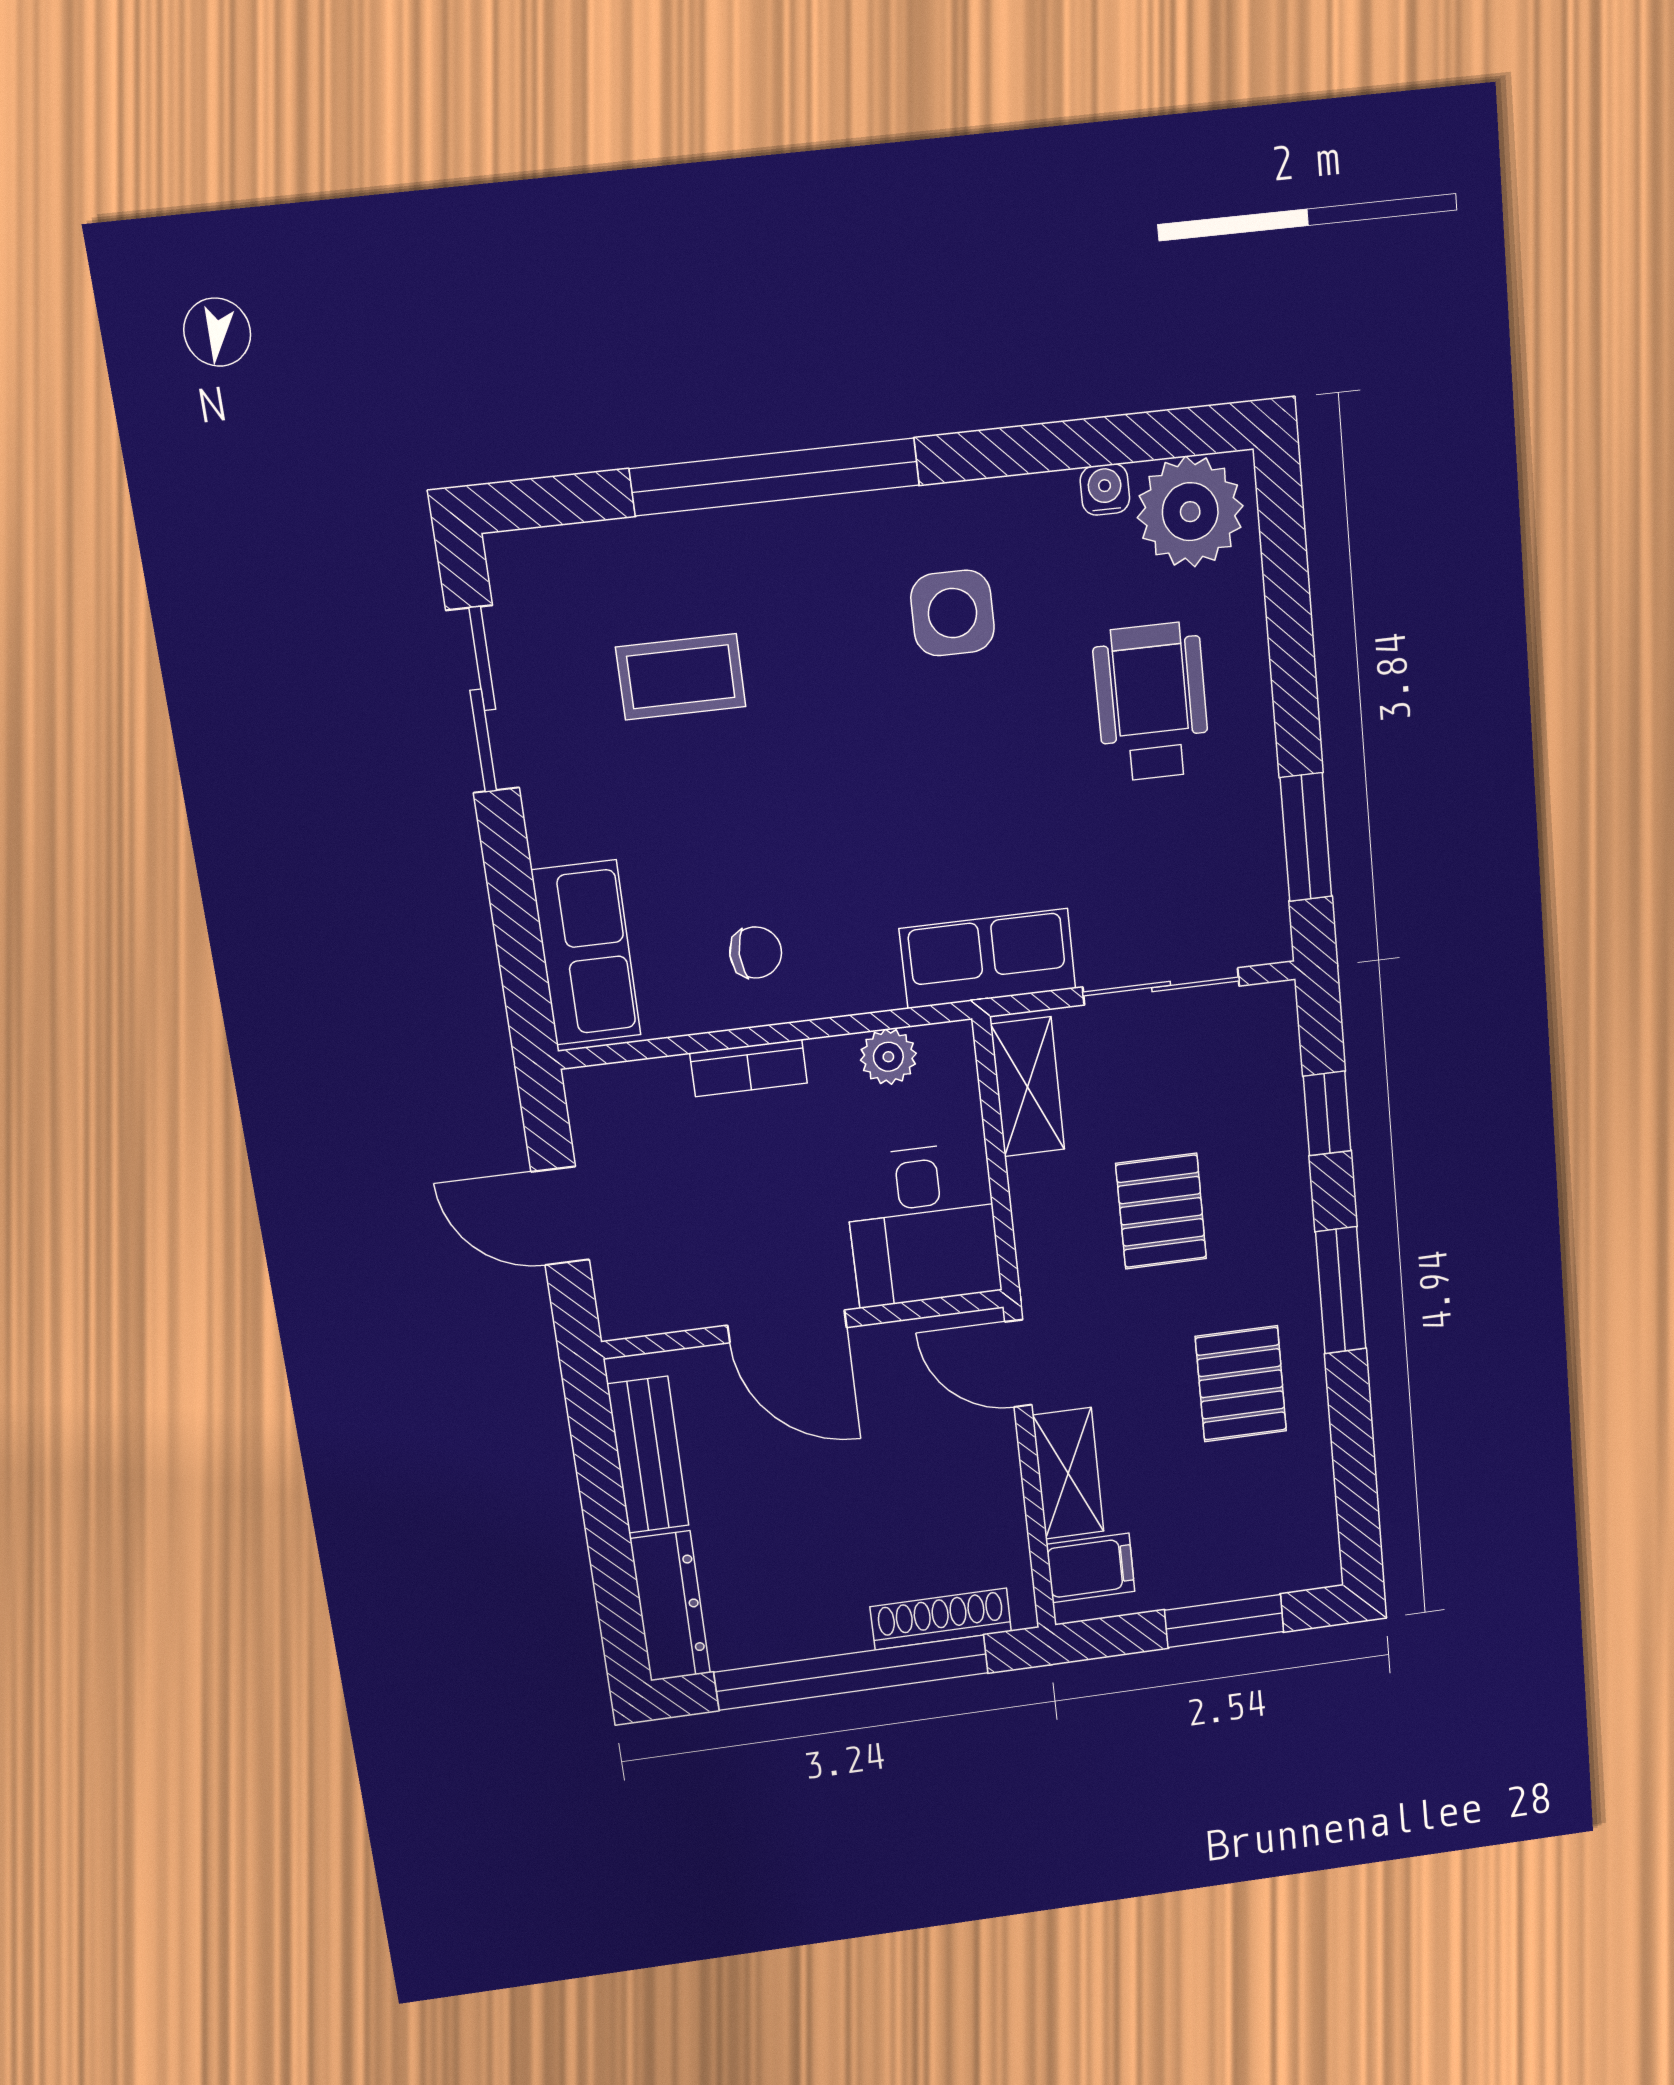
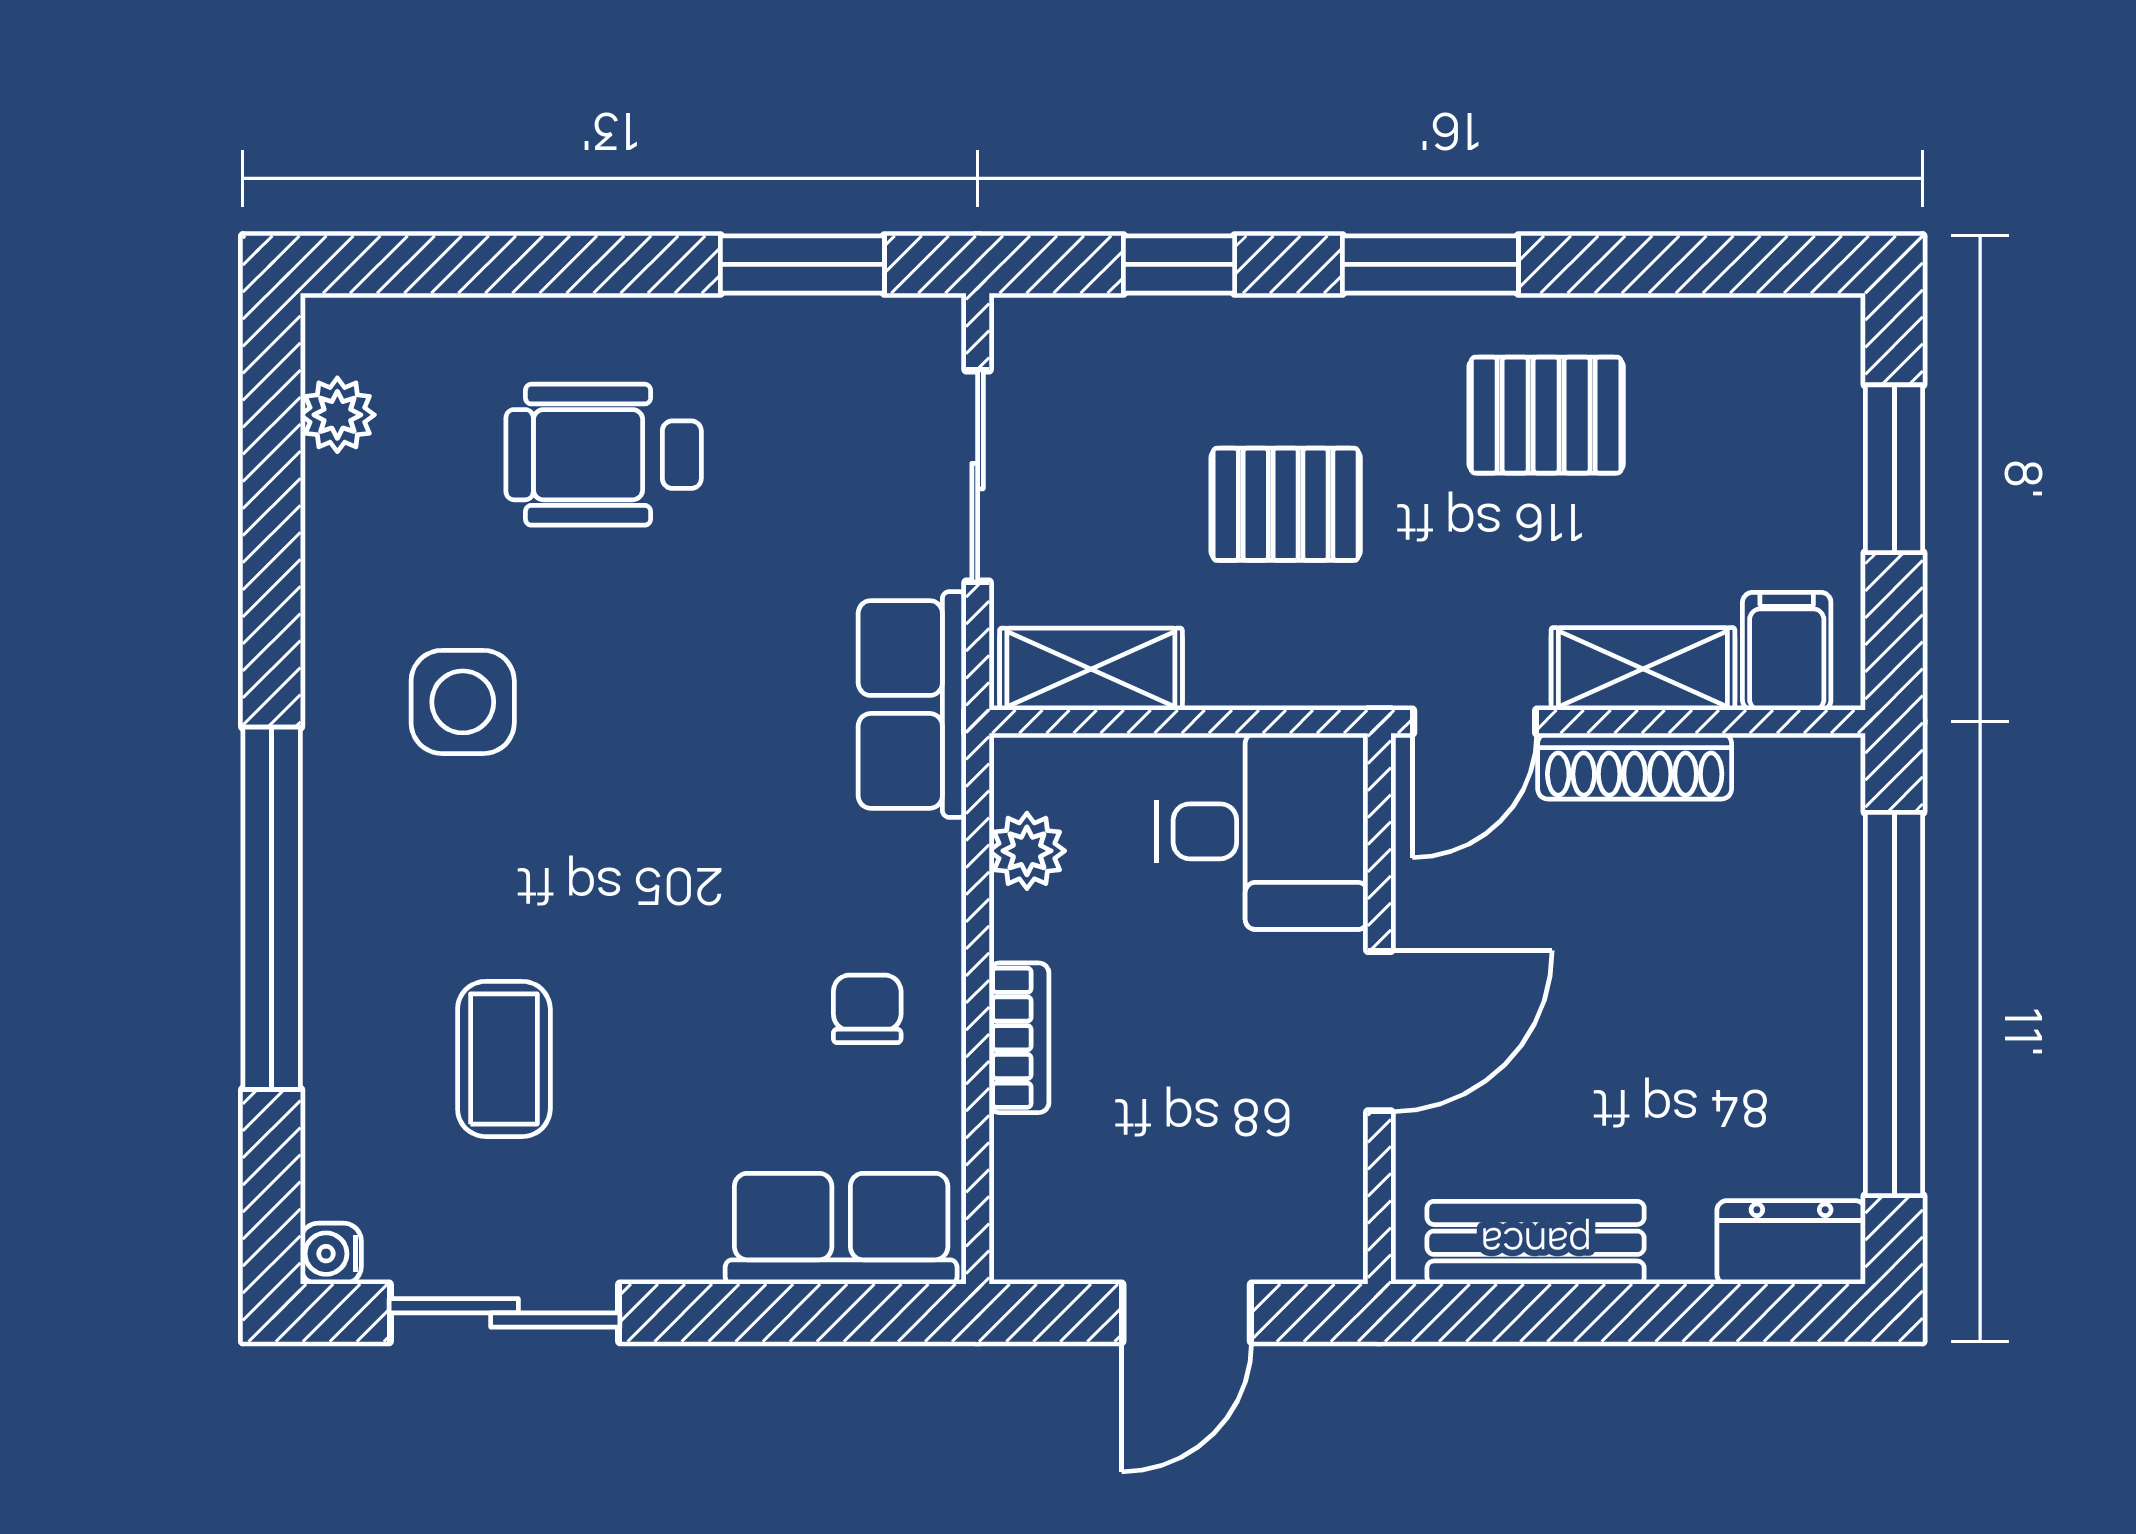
water cooler: (1105, 490) -> (331, 1254), moved
plant: (1190, 512) -> (337, 415), width x0.53, depth x0.53
dresser: (670, 1606) -> (1791, 1242), width x0.70
shoe rack: (941, 1619) -> (1635, 766), moved, turned -90

